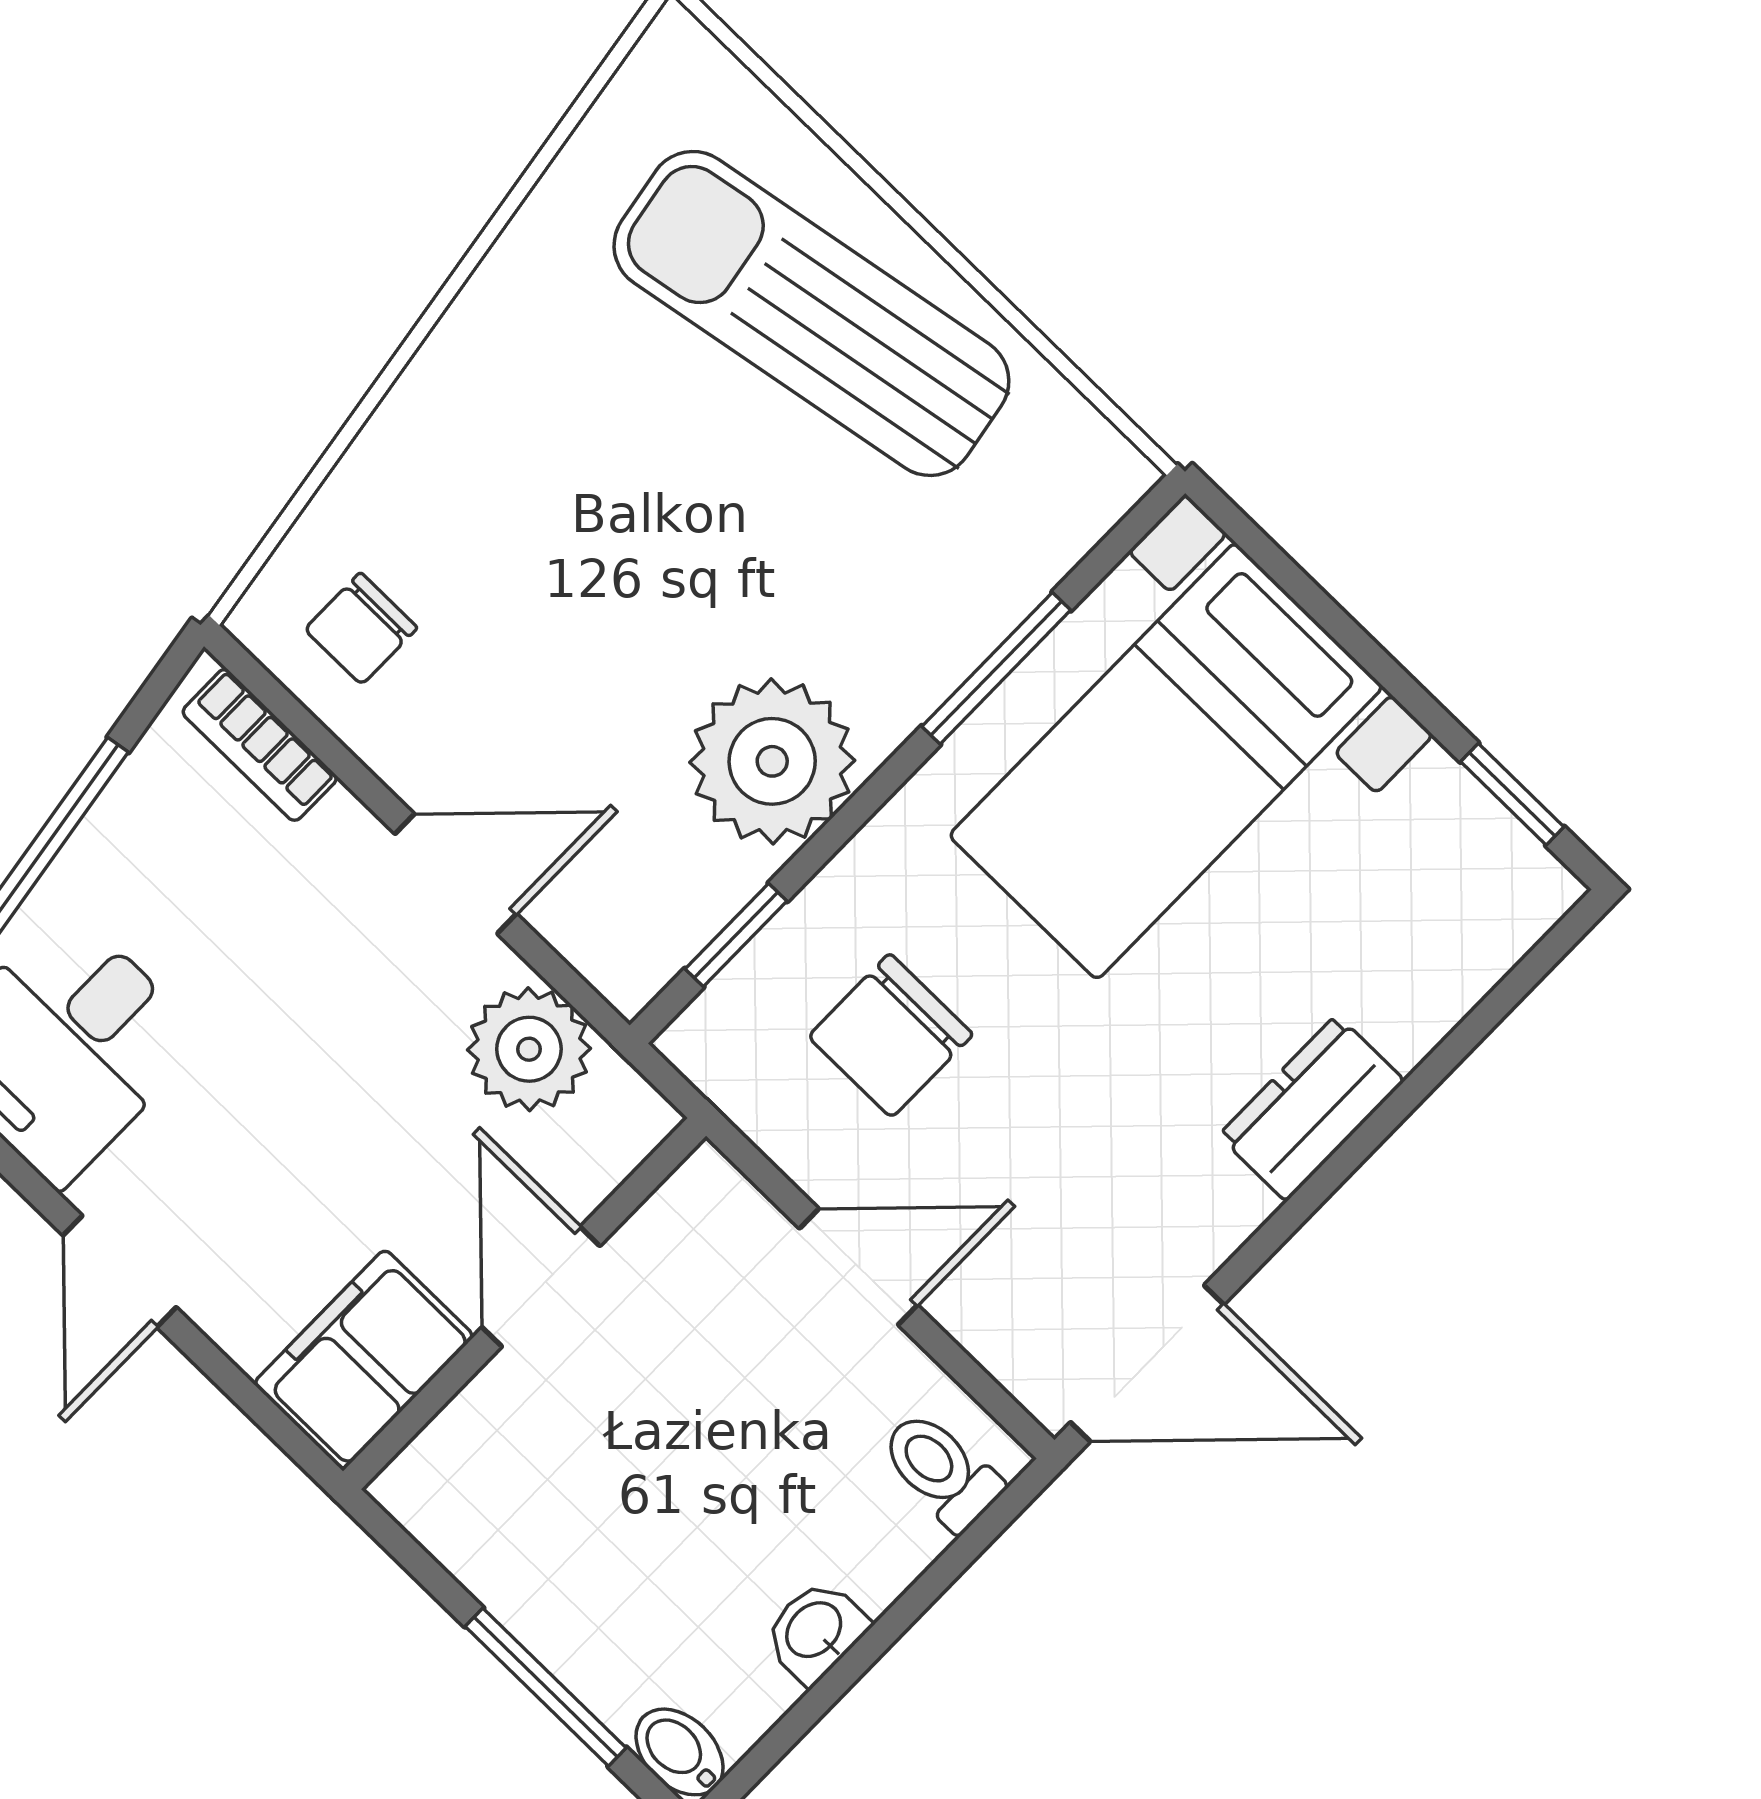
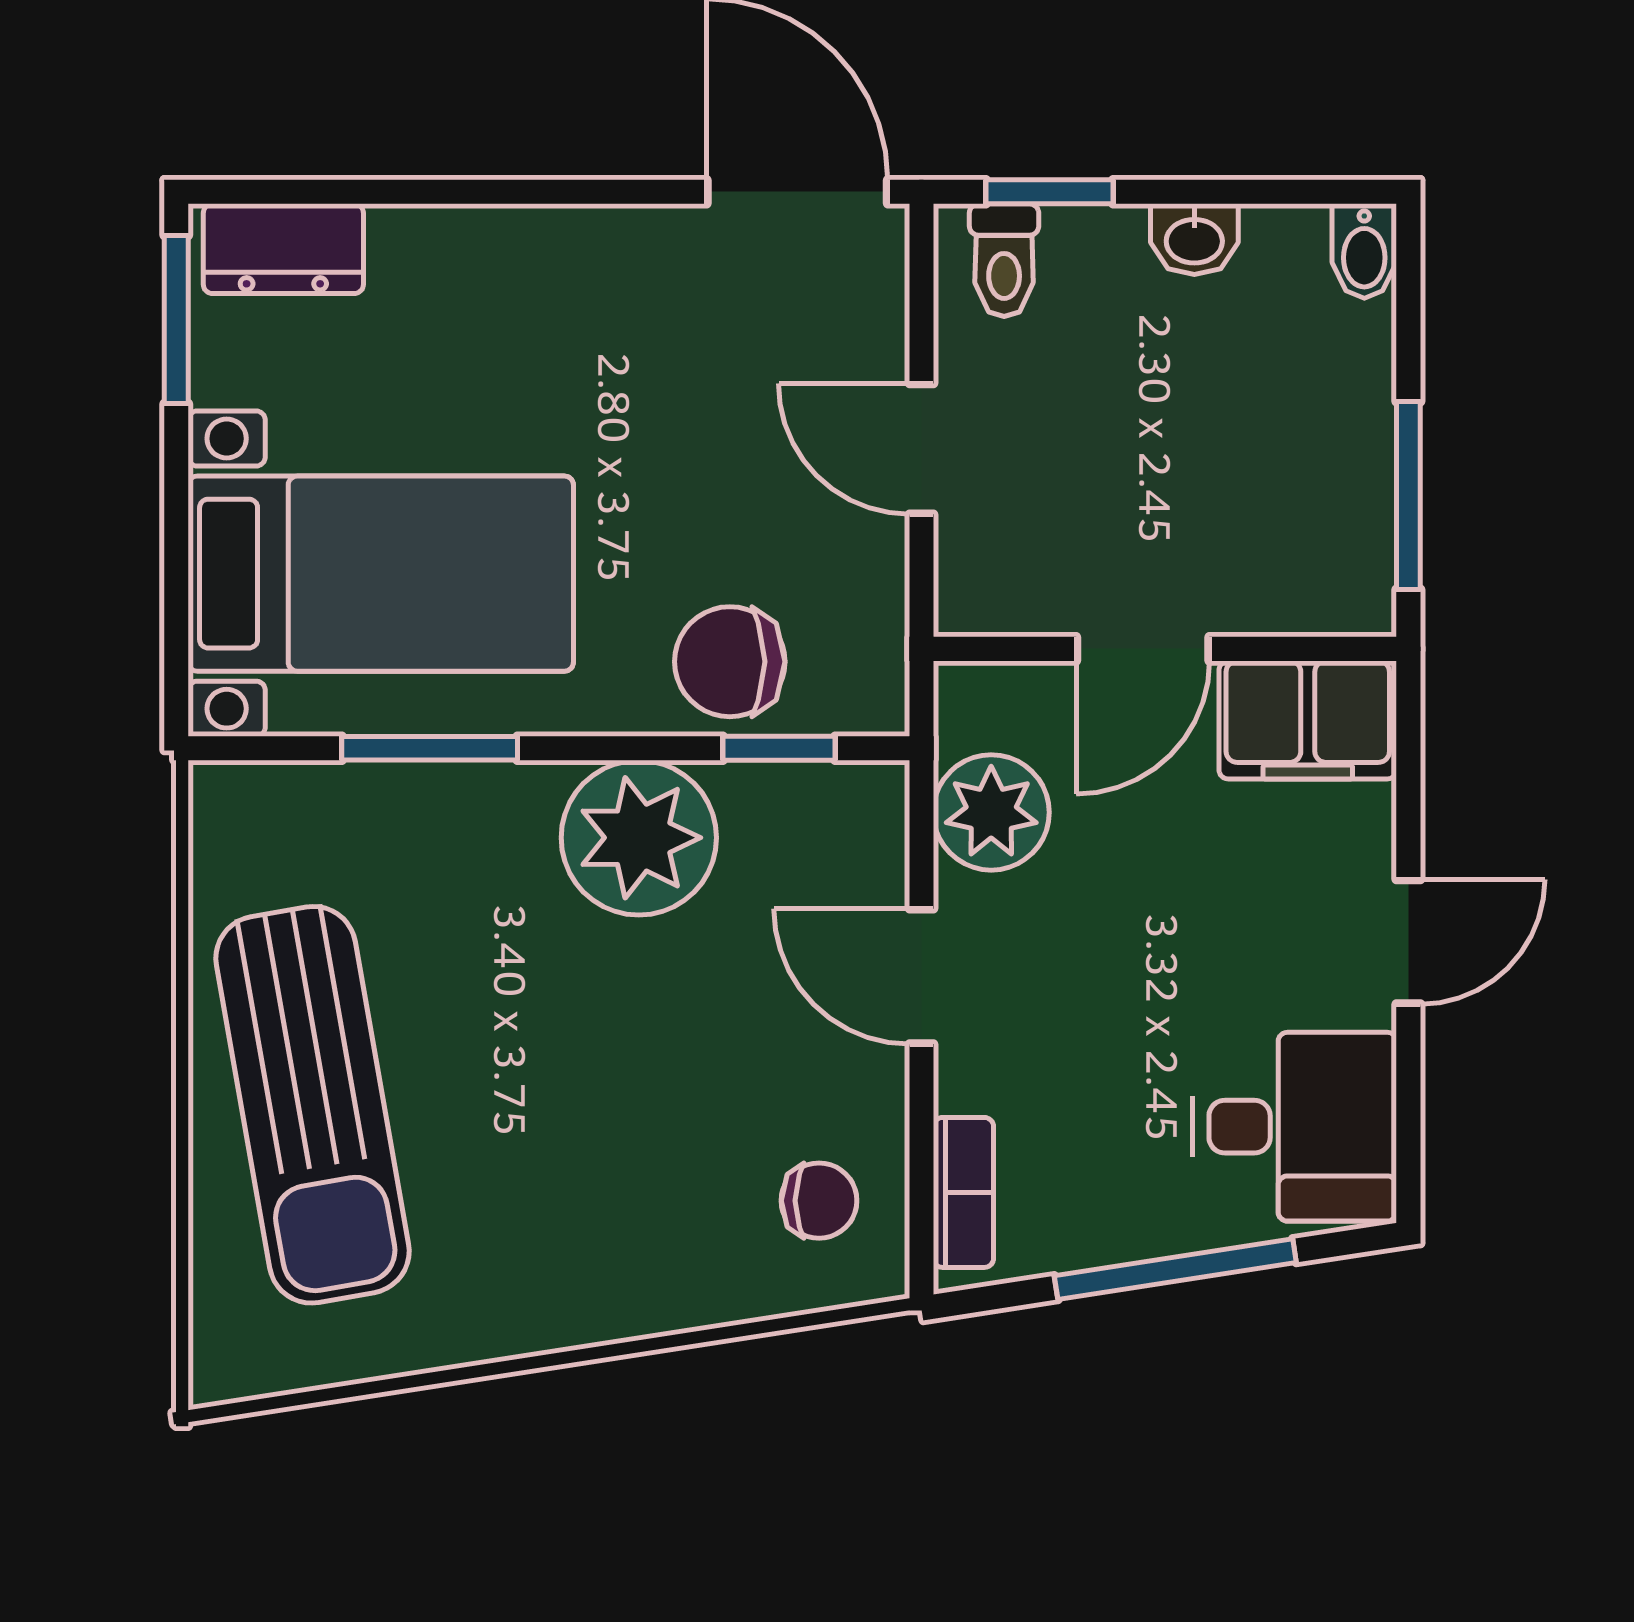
window: (1512, 794) -> (176, 319), width x1.50
chair: (891, 1035) -> (730, 662), moved, turned 180
dresser: (1311, 1108) -> (283, 249), moved
window: (959, 1556) -> (1050, 192), added
window: (546, 1687) -> (1408, 495), moved

